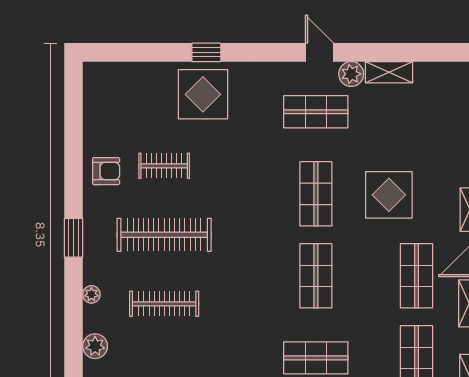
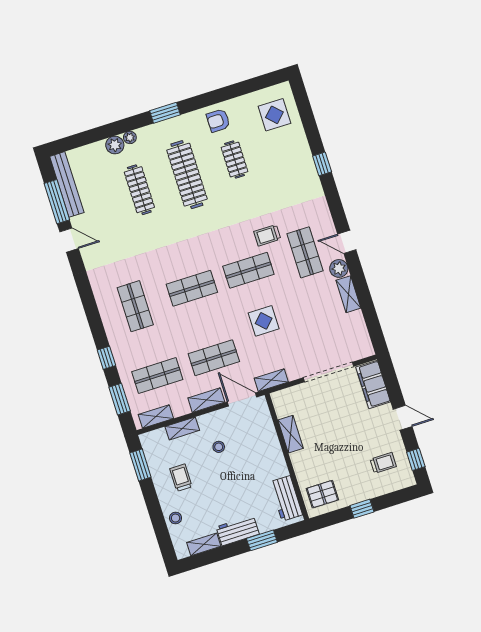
door: (319, 52) -> (347, 242), swing flipped
display table: (203, 94) -> (274, 115), moved, width x0.73, depth x0.73
trolley: (278, 154) -> (267, 235), added
armchair: (106, 171) -> (218, 121), turned 90
display table: (389, 195) -> (264, 321), width x0.73, depth x0.73
plant: (95, 346) -> (115, 145), moved

